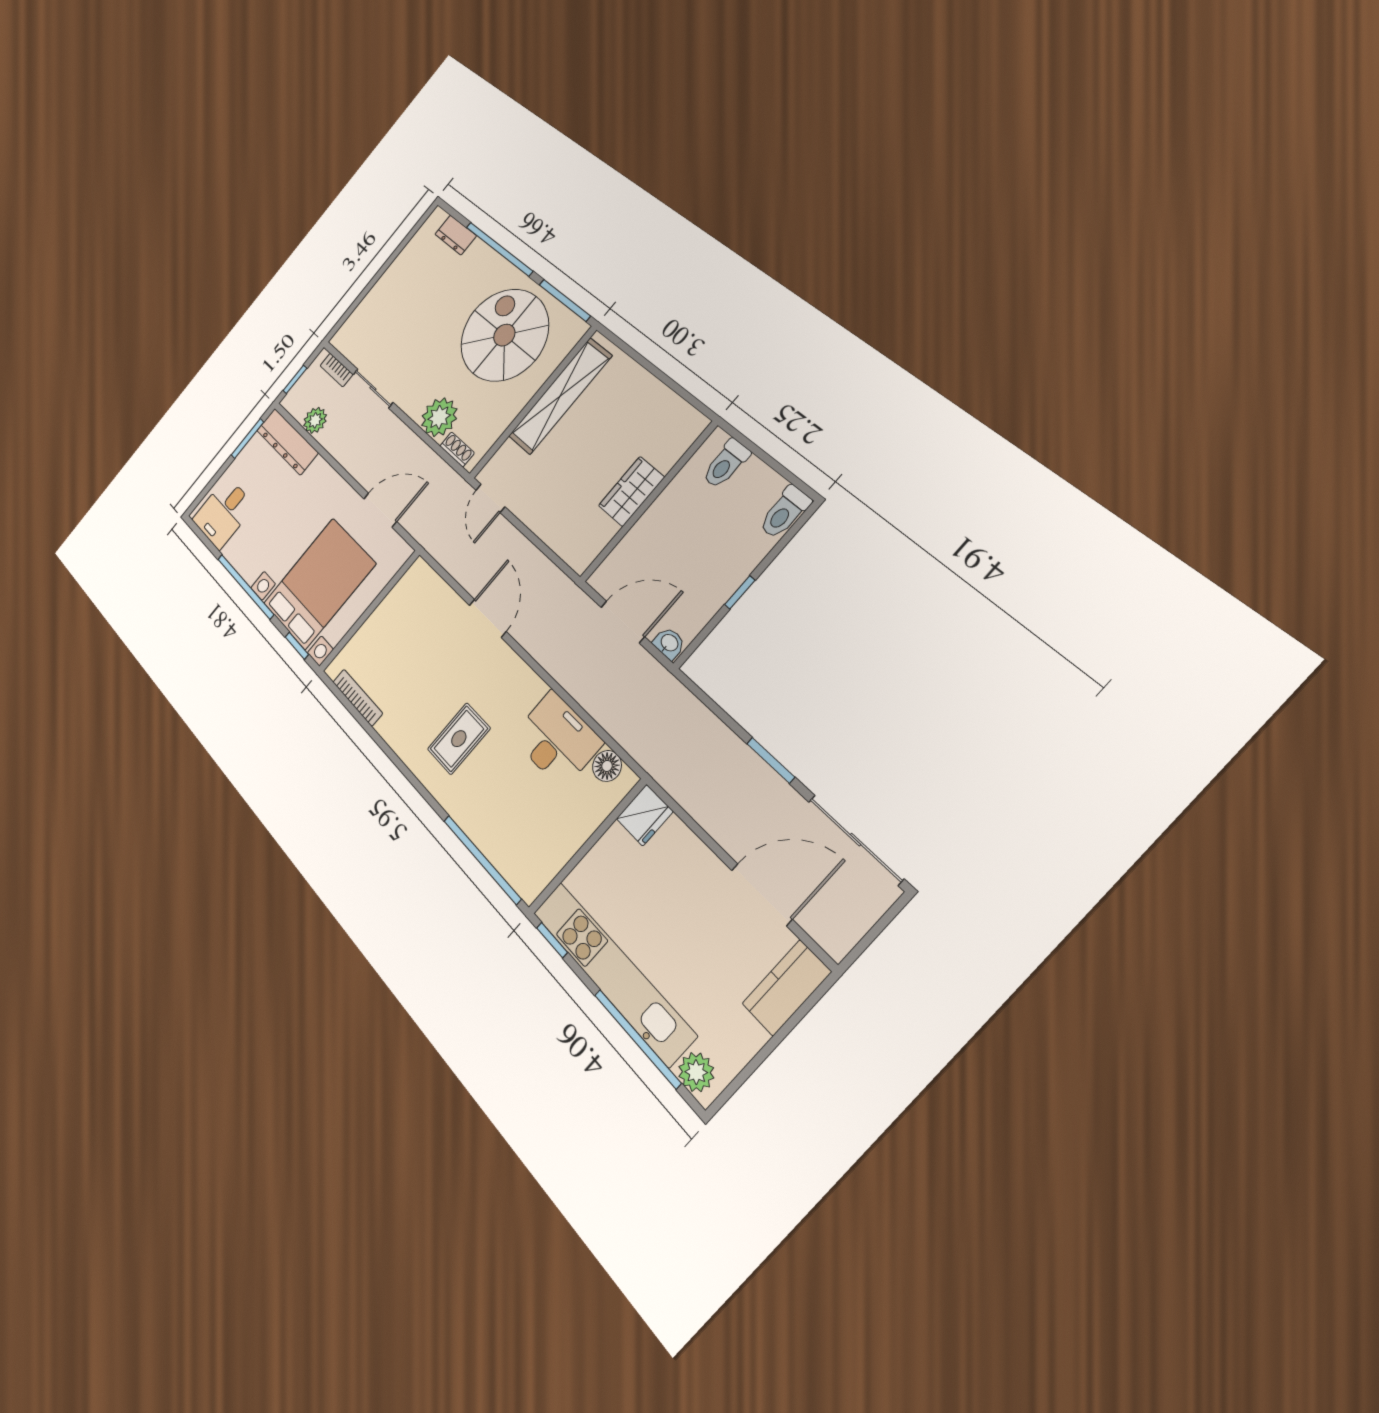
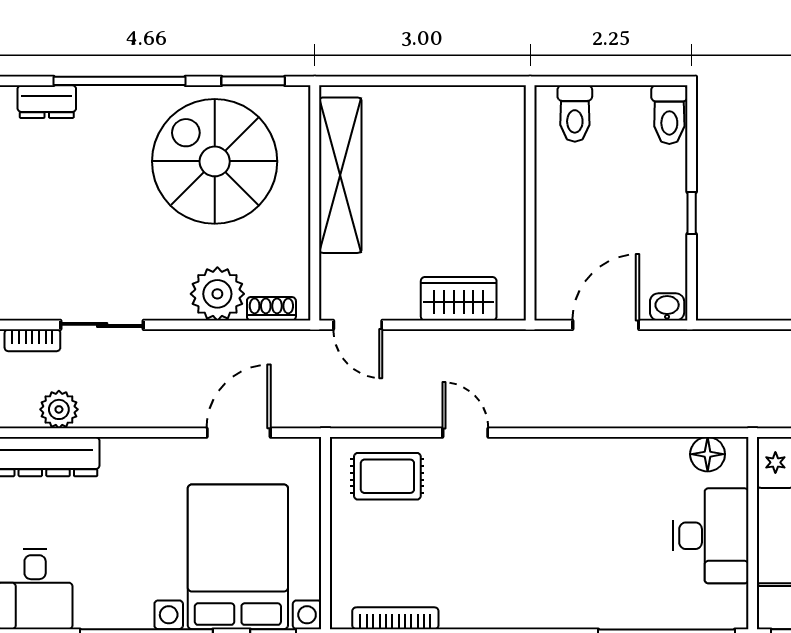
window: (565, 300) -> (253, 81), width x0.69
wardrobe: (631, 491) -> (459, 299), moved, turned 90
door: (488, 618) -> (465, 433), width x0.73
rug: (459, 739) -> (387, 476), moved, turned 90
desk: (557, 740) -> (711, 536), moved, turned 90

